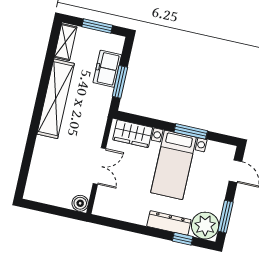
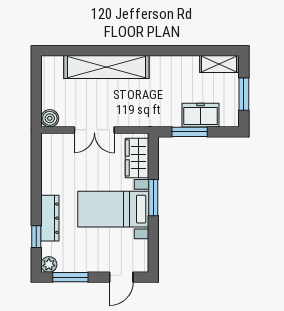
shelving: (56, 99) -> (106, 67), moved
window: (191, 131) -> (153, 198), moved
plant: (205, 226) -> (49, 264), width x0.53, depth x0.53

